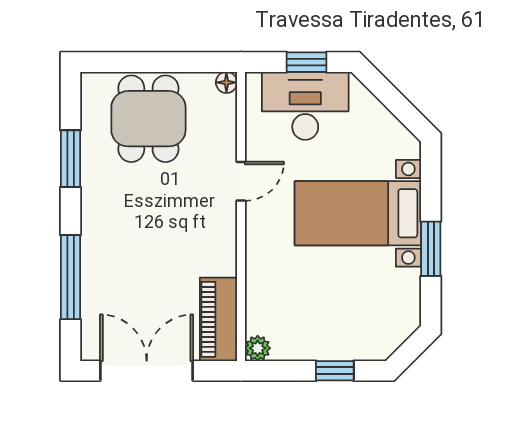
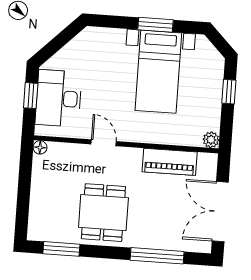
dining table: (148, 119) -> (103, 213), moved, turned 90
window: (71, 159) -> (61, 249), moved
bed with nightstands: (358, 213) -> (158, 72), moved
piano: (218, 319) -> (170, 162), moved

